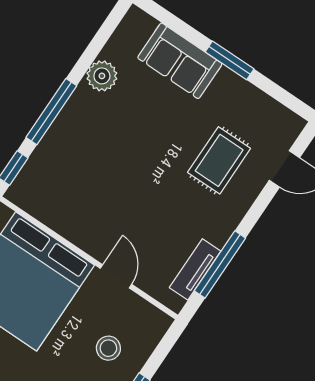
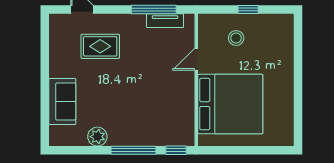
window: (230, 60) -> (45, 76), removed

